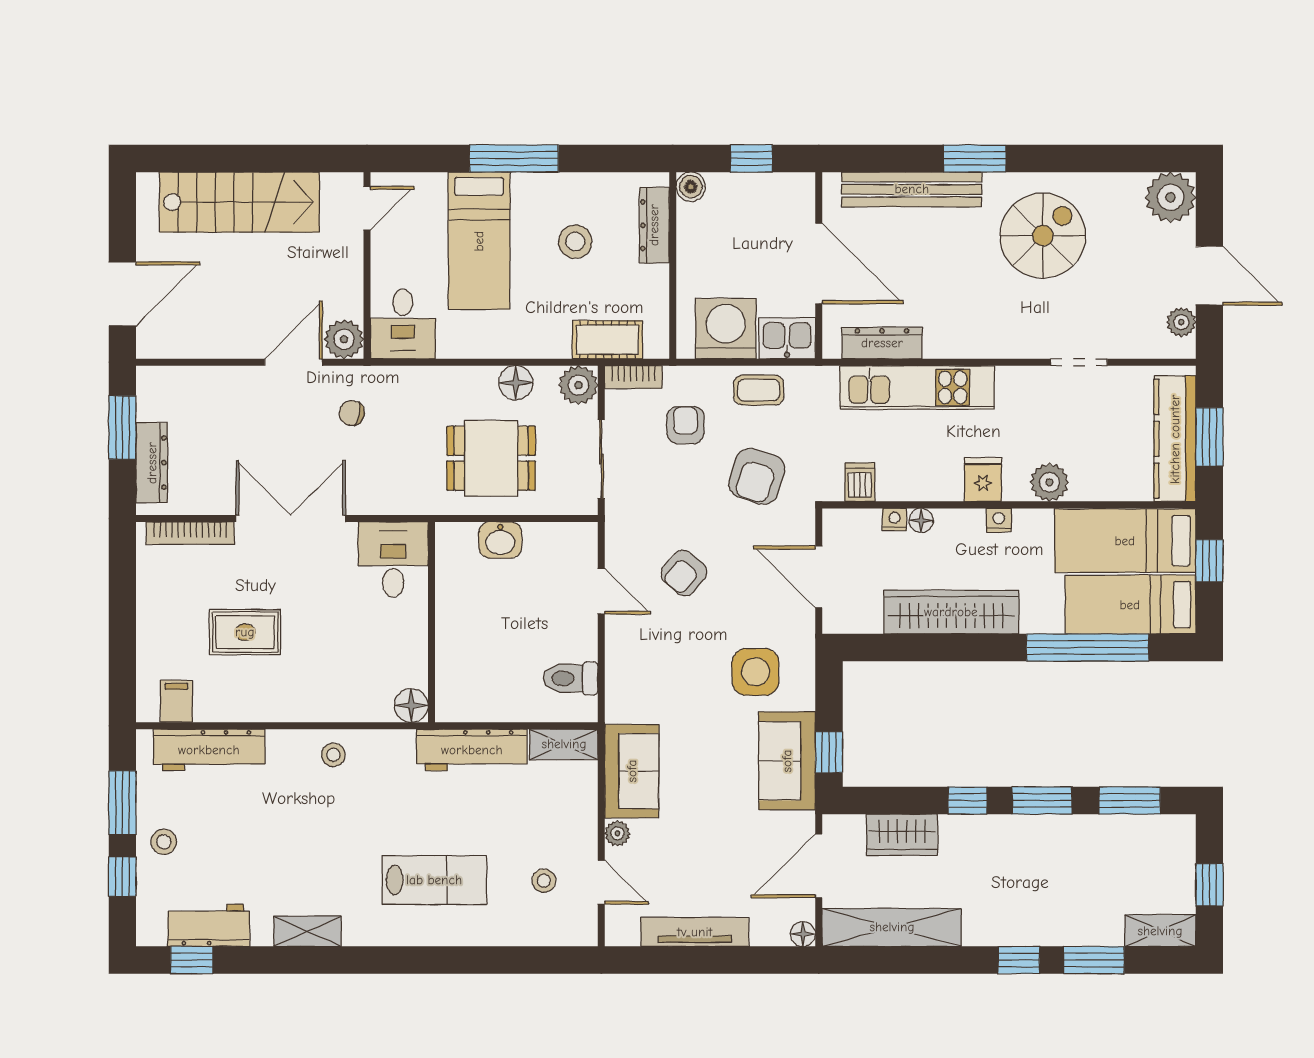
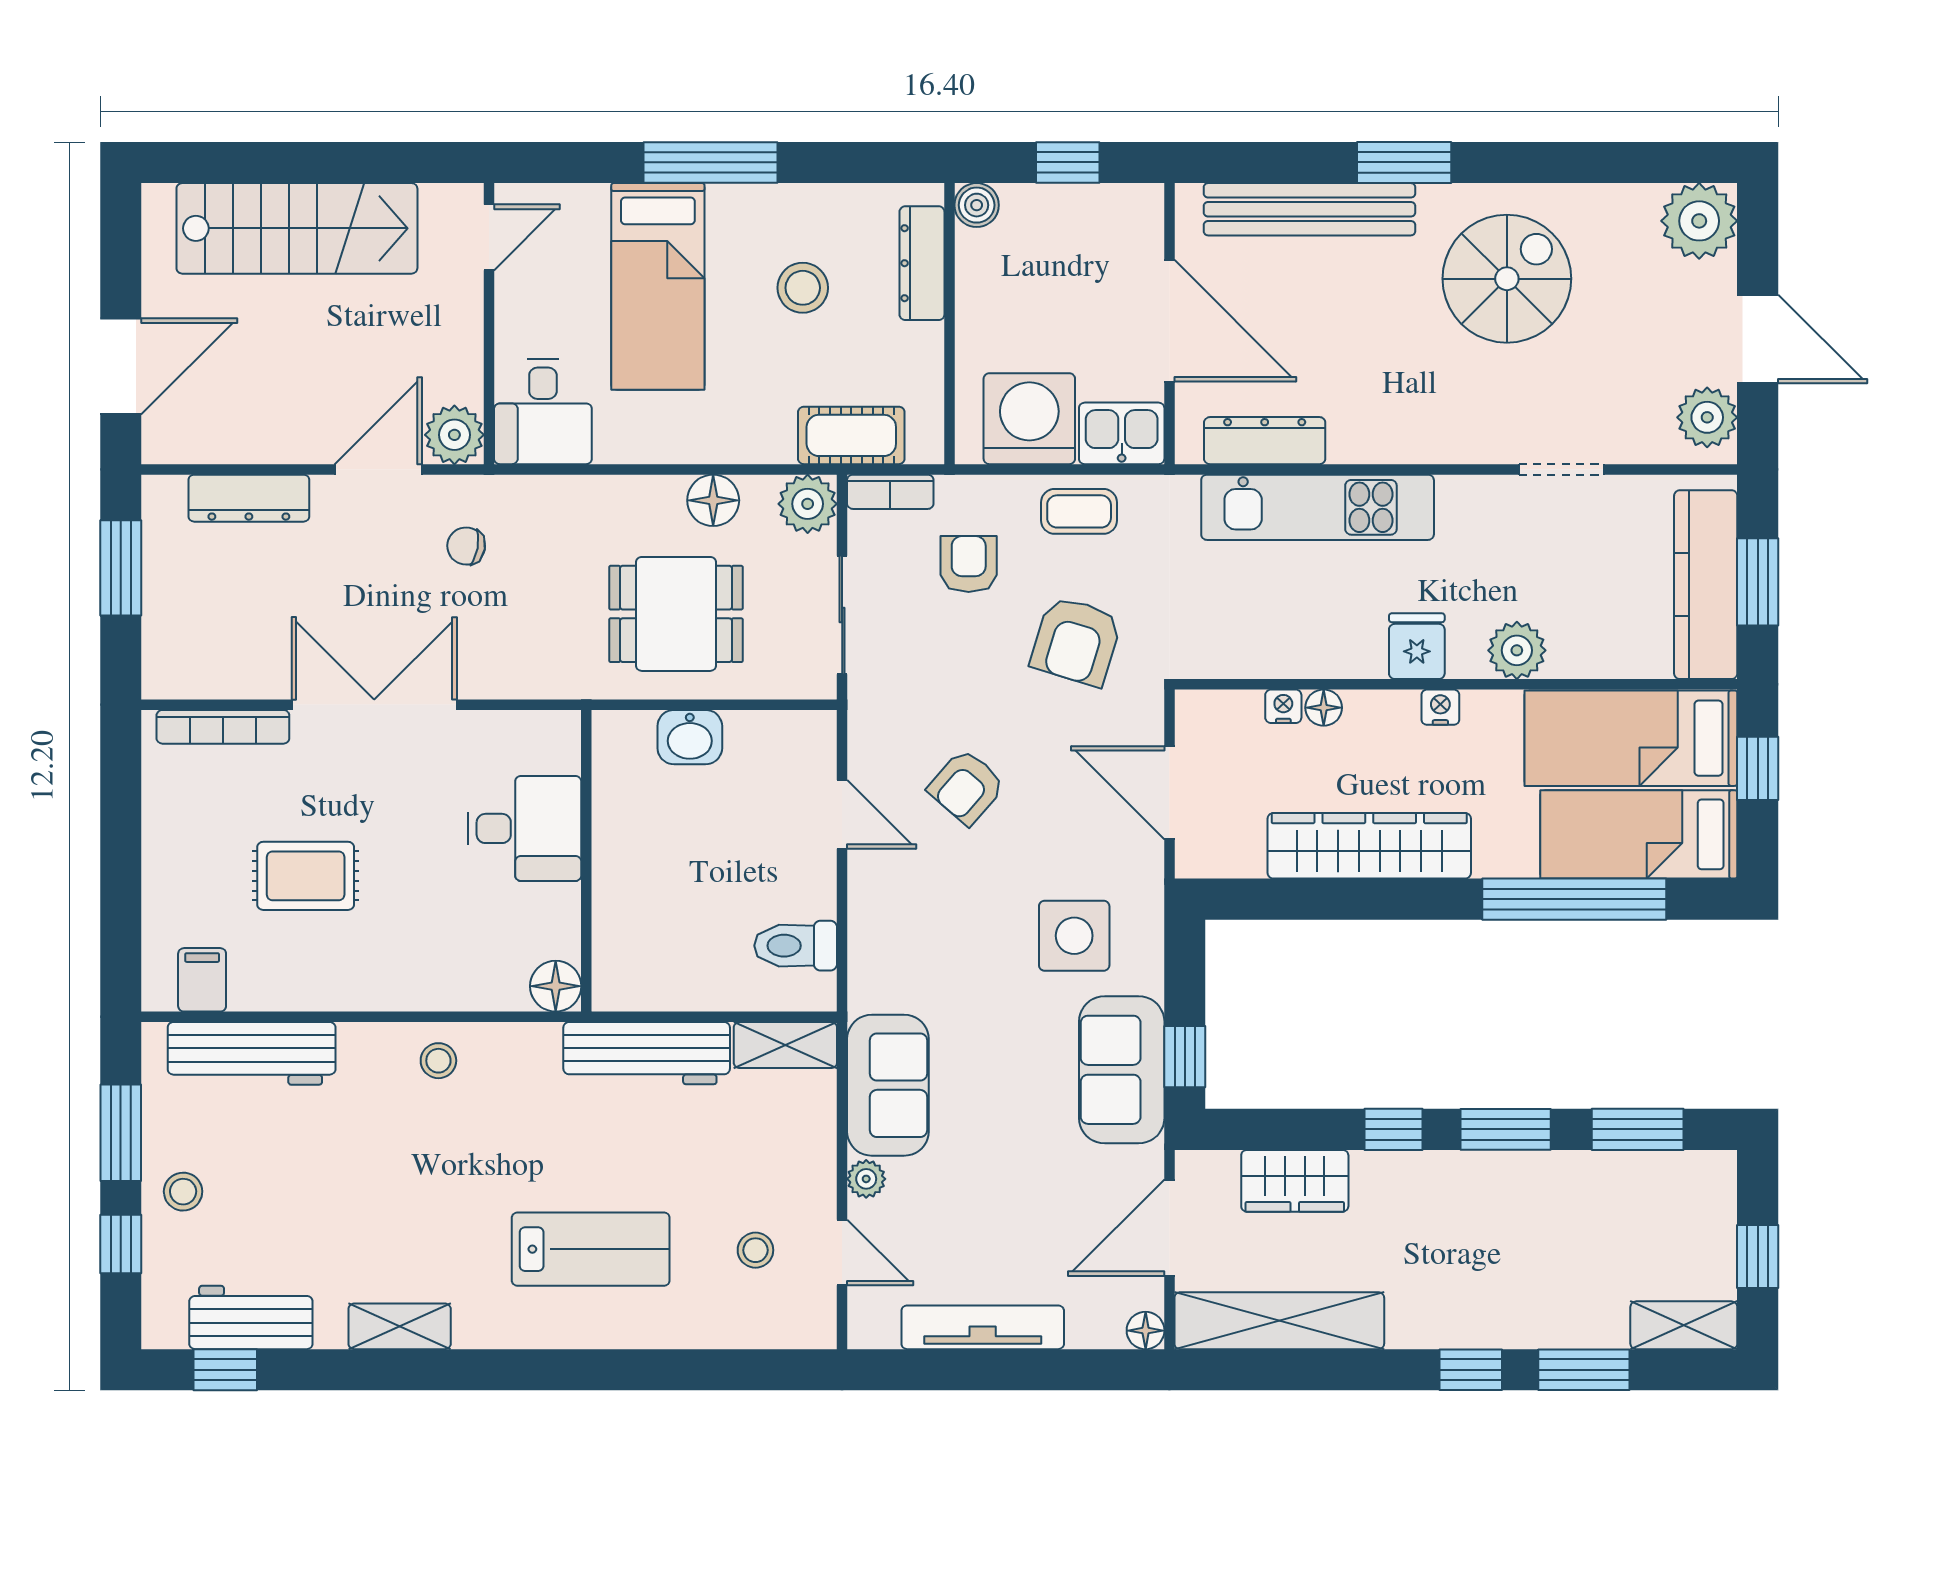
plant: (1181, 322) -> (1707, 417), width x1.38, depth x1.38
dresser: (152, 463) -> (249, 498), moved, turned 90
dishwasher: (860, 482) -> (1231, 650), removed
desk: (393, 560) -> (524, 828), moved, turned 90

